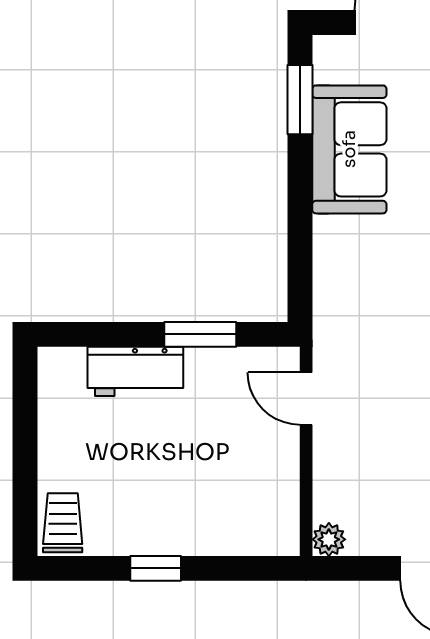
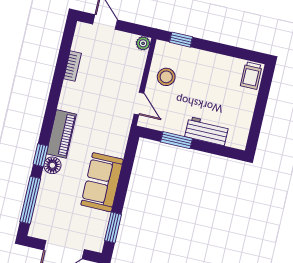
sofa: (349, 149) -> (102, 182), moved
stool: (258, 475) -> (166, 77), added
window: (156, 568) -> (181, 40), moved

